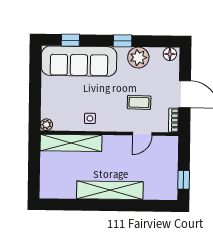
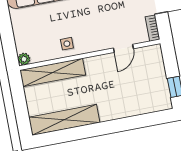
coffee table: (139, 102) -> (114, 17), removed
shelving: (110, 190) -> (64, 120), moved

